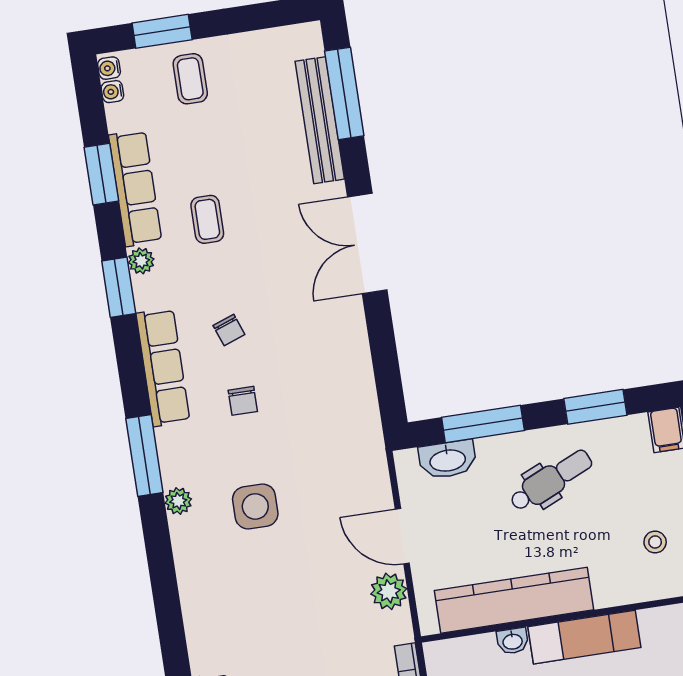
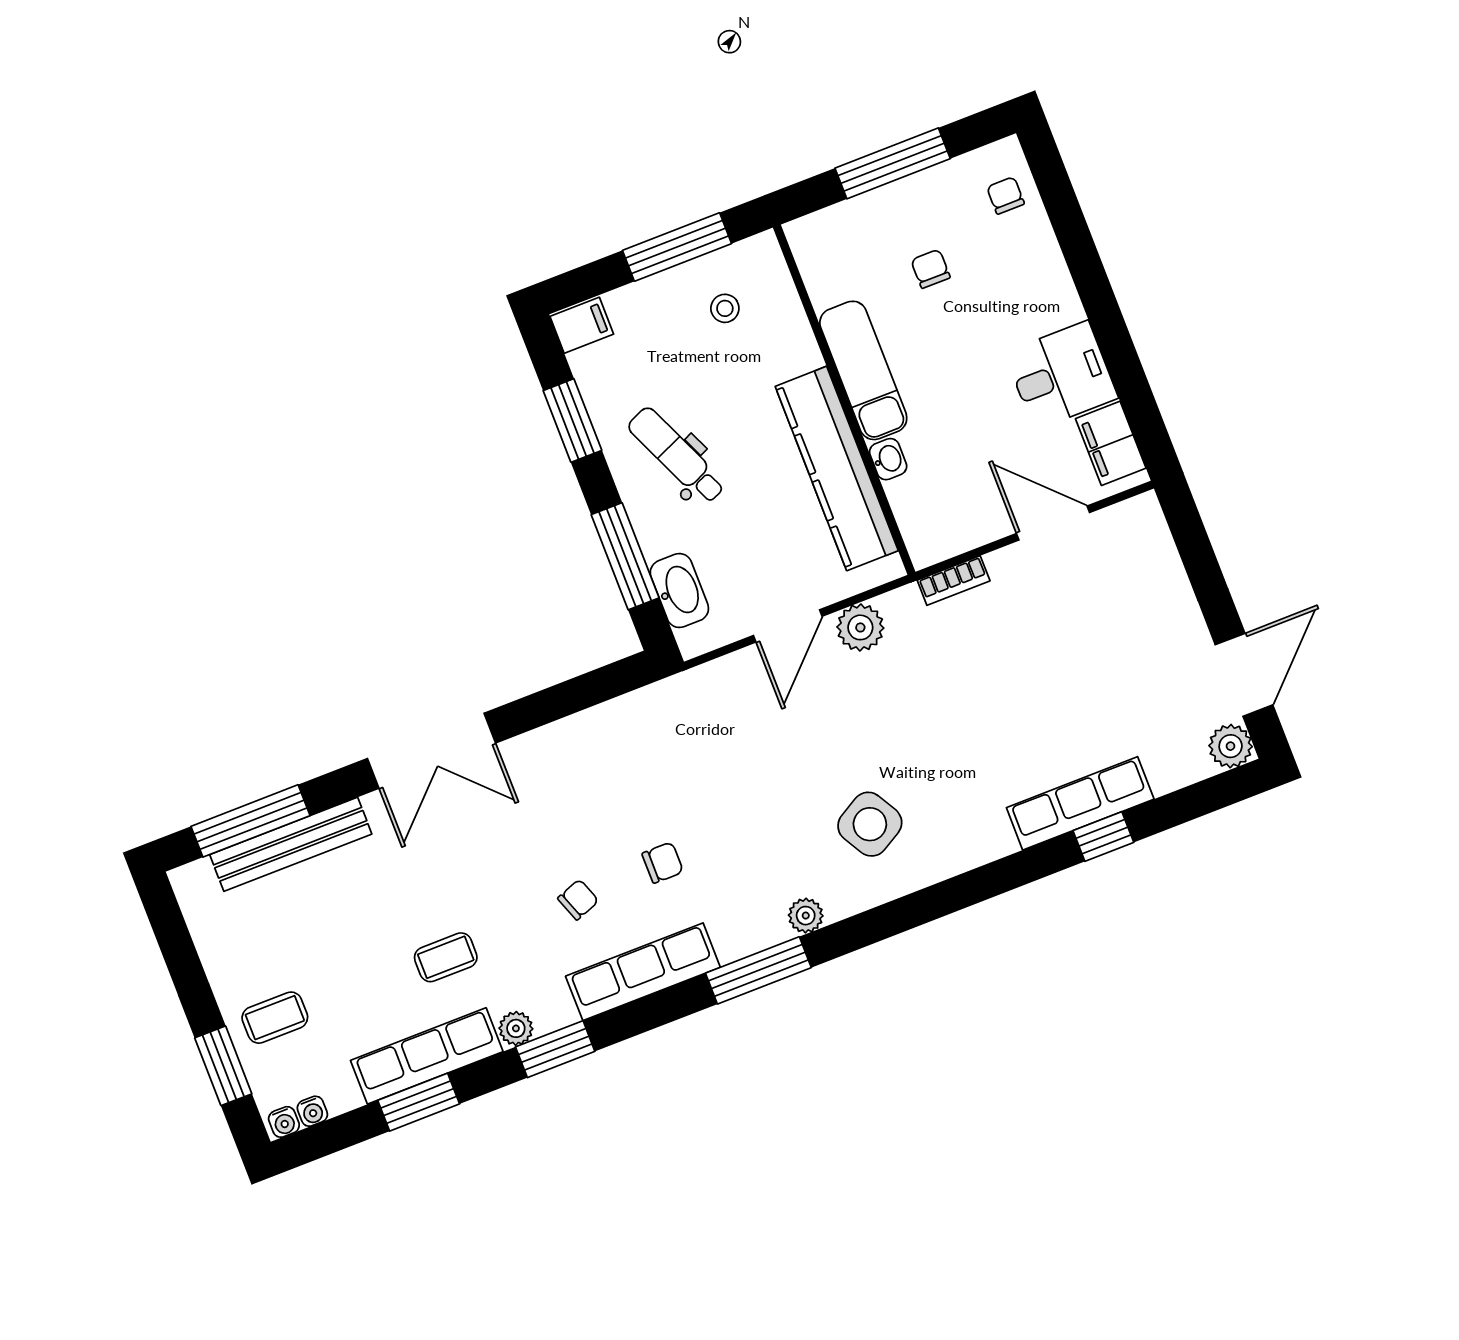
side table: (255, 506) -> (870, 824), moved, turned -30

